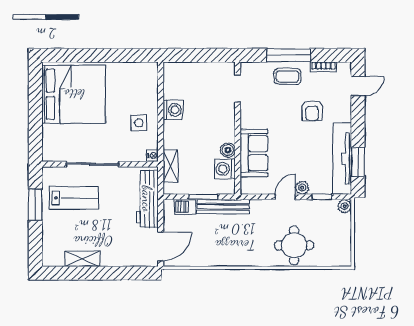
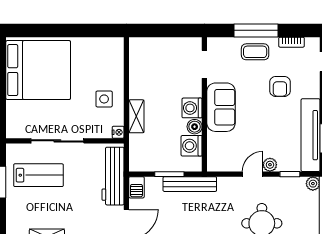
washing machine: (173, 110) -> (192, 108), moved, turned 180
sofa: (254, 153) -> (221, 107), moved
shelving: (170, 166) -> (136, 116), moved
barbecue: (185, 207) -> (136, 187), moved, turned -90

